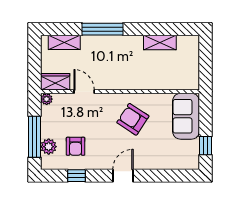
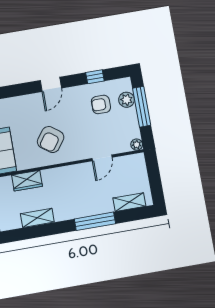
wardrobe: (55, 82) -> (27, 181), moved
door: (84, 92) -> (102, 158), hinge flipped
armchair: (133, 119) -> (51, 140), turned 93
armchair: (76, 146) -> (101, 104), turned -90

